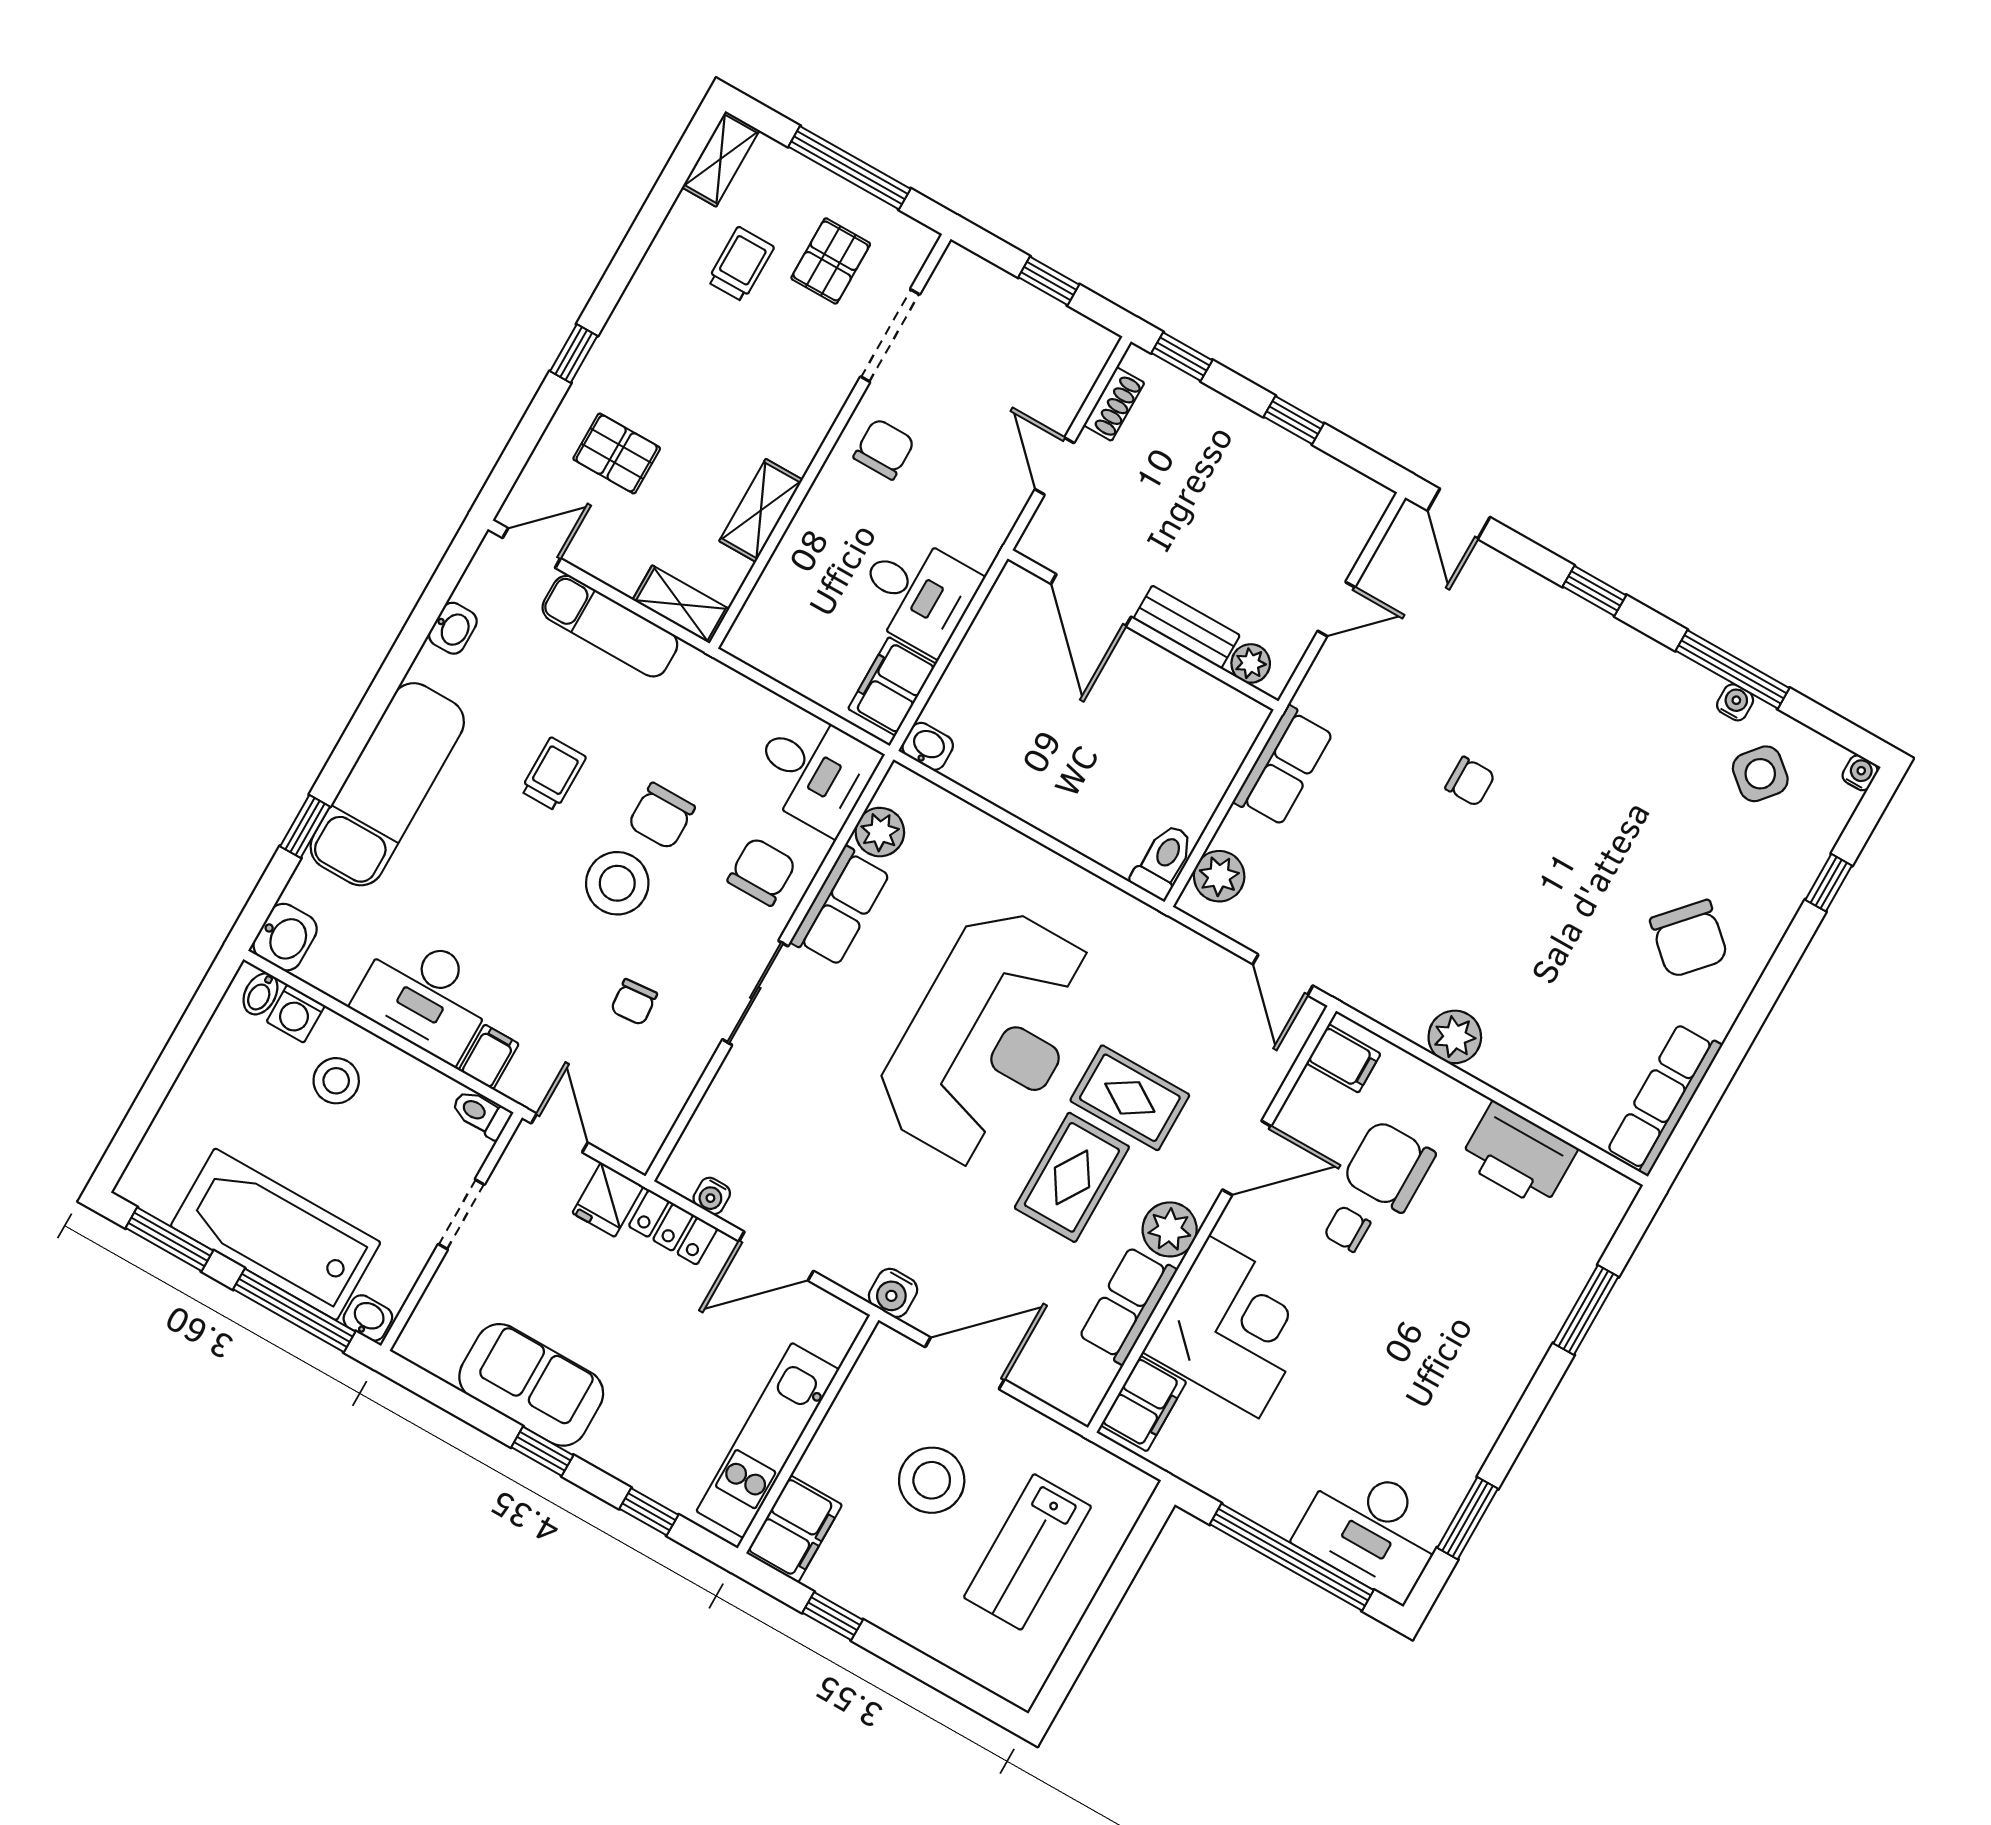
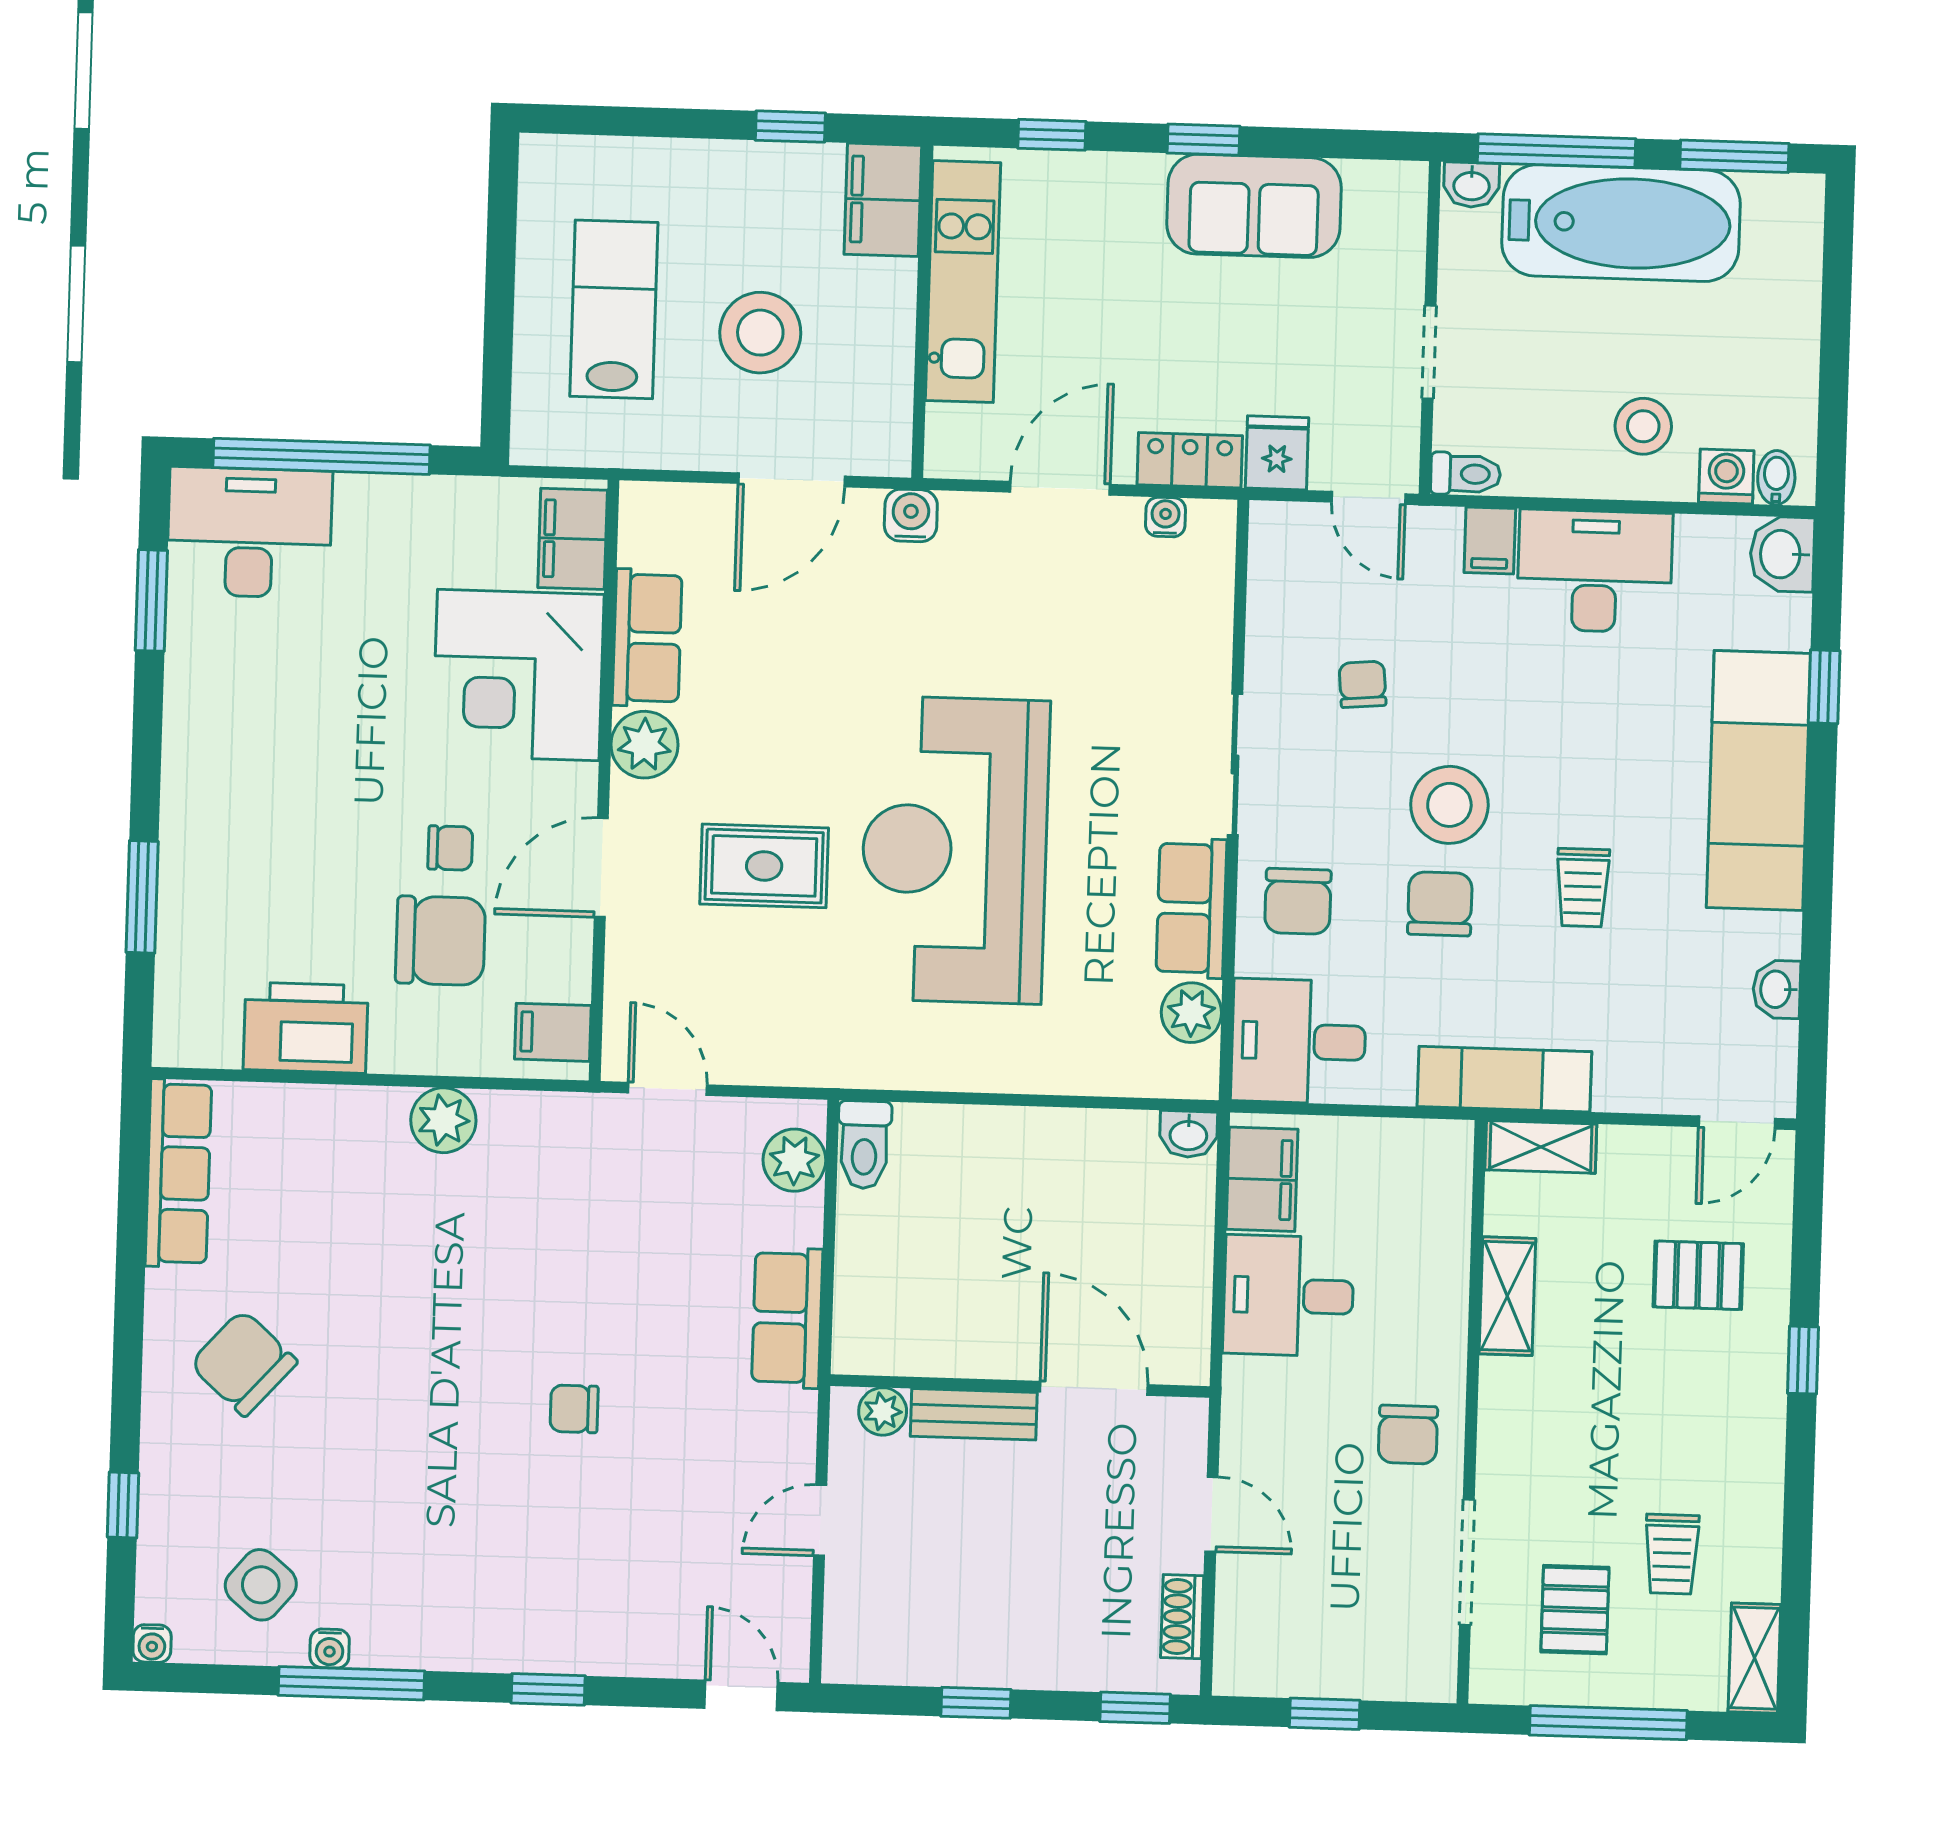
exam couch: (610, 626) -> (1504, 1079), moved
rug: (1072, 1177) -> (782, 745), removed

